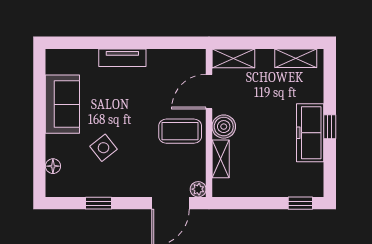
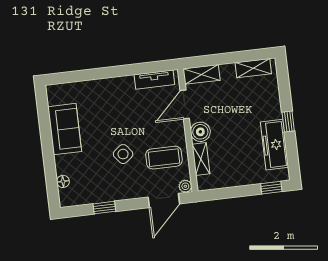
tv unit: (122, 58) -> (154, 80), moved
coffee table: (180, 131) -> (164, 158), moved
freezer: (310, 133) -> (274, 145), moved
side table: (103, 148) -> (123, 154), moved

